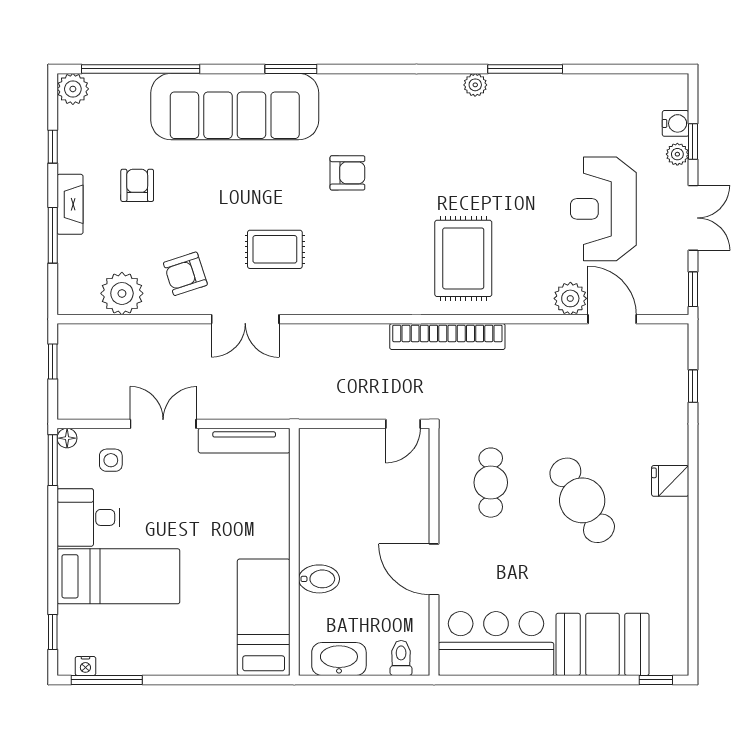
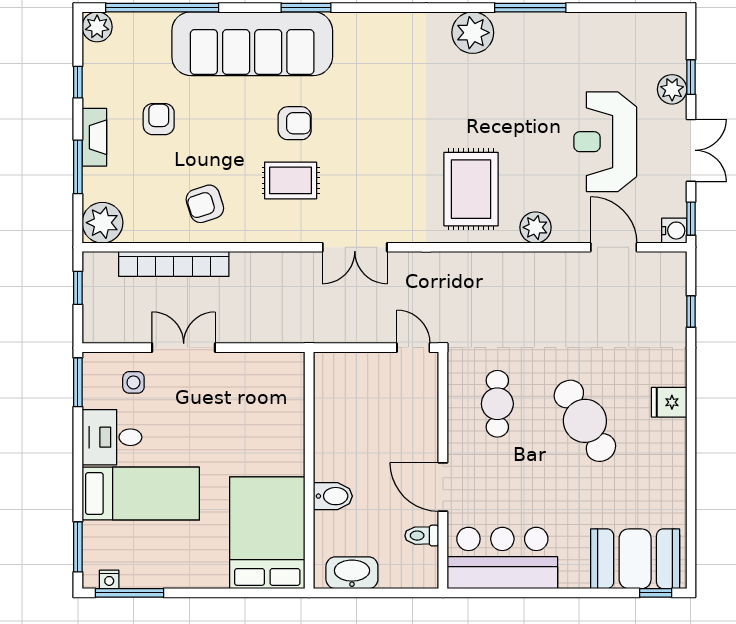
plant: (475, 85) -> (473, 33), width x1.87, depth x1.87
water cooler: (675, 123) -> (674, 231), moved
plant: (677, 154) -> (672, 89), width x1.38, depth x1.38
armchair: (347, 173) -> (295, 123), moved
plant: (122, 293) -> (102, 223), moved
plant: (570, 298) -> (535, 227), moved
double door: (245, 319) -> (355, 247), moved
bookcase: (447, 337) -> (174, 264), moved
door: (403, 424) -> (413, 348), swing flipped
floor lamp: (67, 438) -> (91, 361), removed
tv unit: (244, 441) -> (261, 364), removed
bed: (264, 617) -> (267, 533), width x1.50
window: (53, 632) -> (78, 547), width x1.50
booth: (602, 644) -> (635, 559), moved
toilet: (401, 658) -> (422, 536), moved, turned -90

